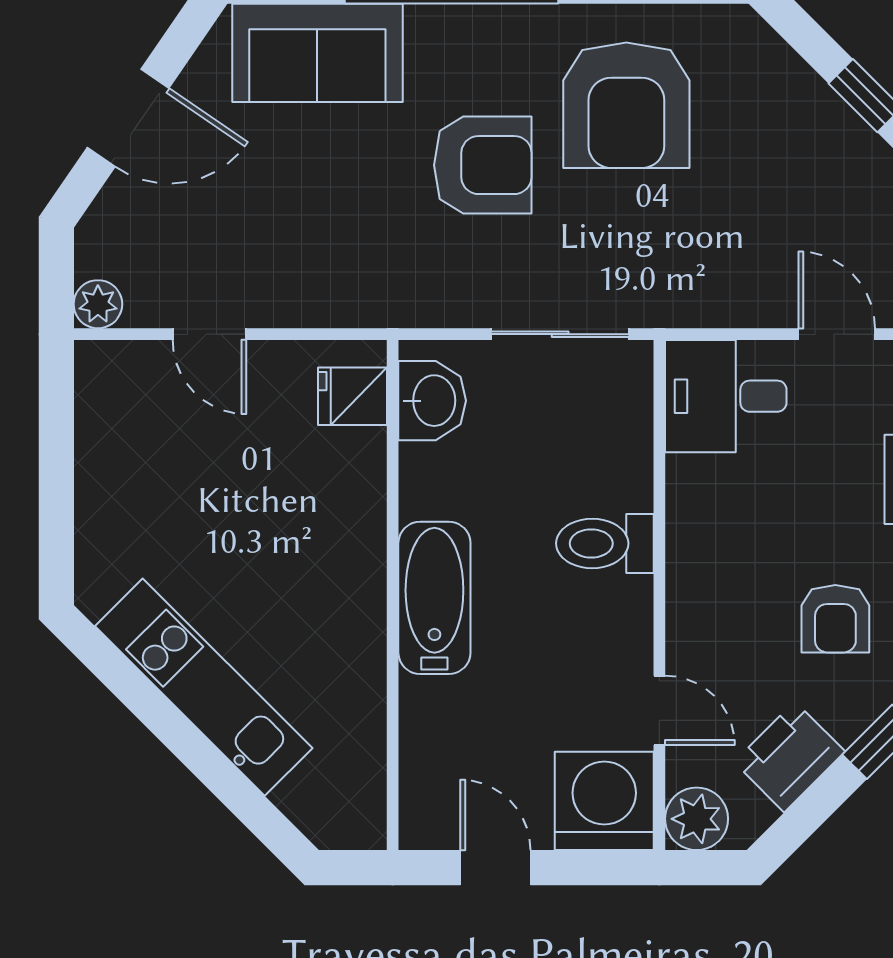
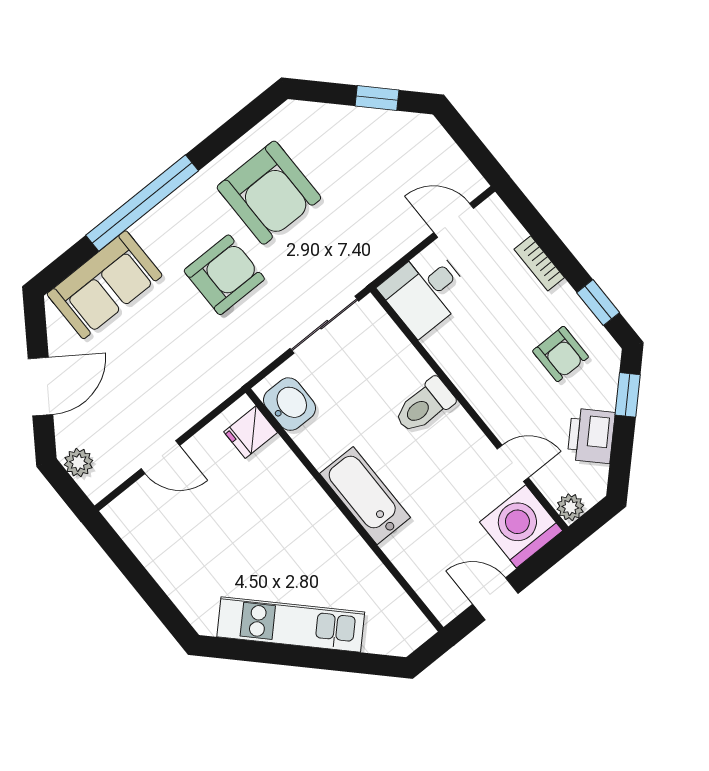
plant: (98, 304) -> (79, 463), moved
plant: (697, 819) -> (570, 507), width x0.73, depth x0.73

